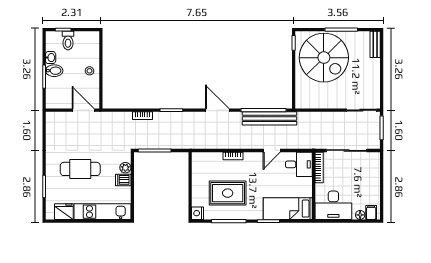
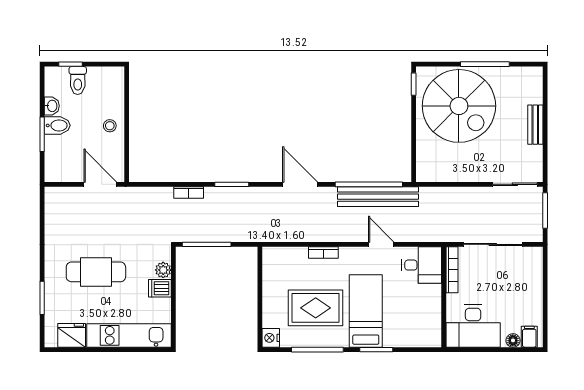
bench: (375, 44) -> (535, 125), moved
door: (272, 150) -> (381, 244), swing flipped
bed: (288, 209) -> (366, 311), moved, turned 90

